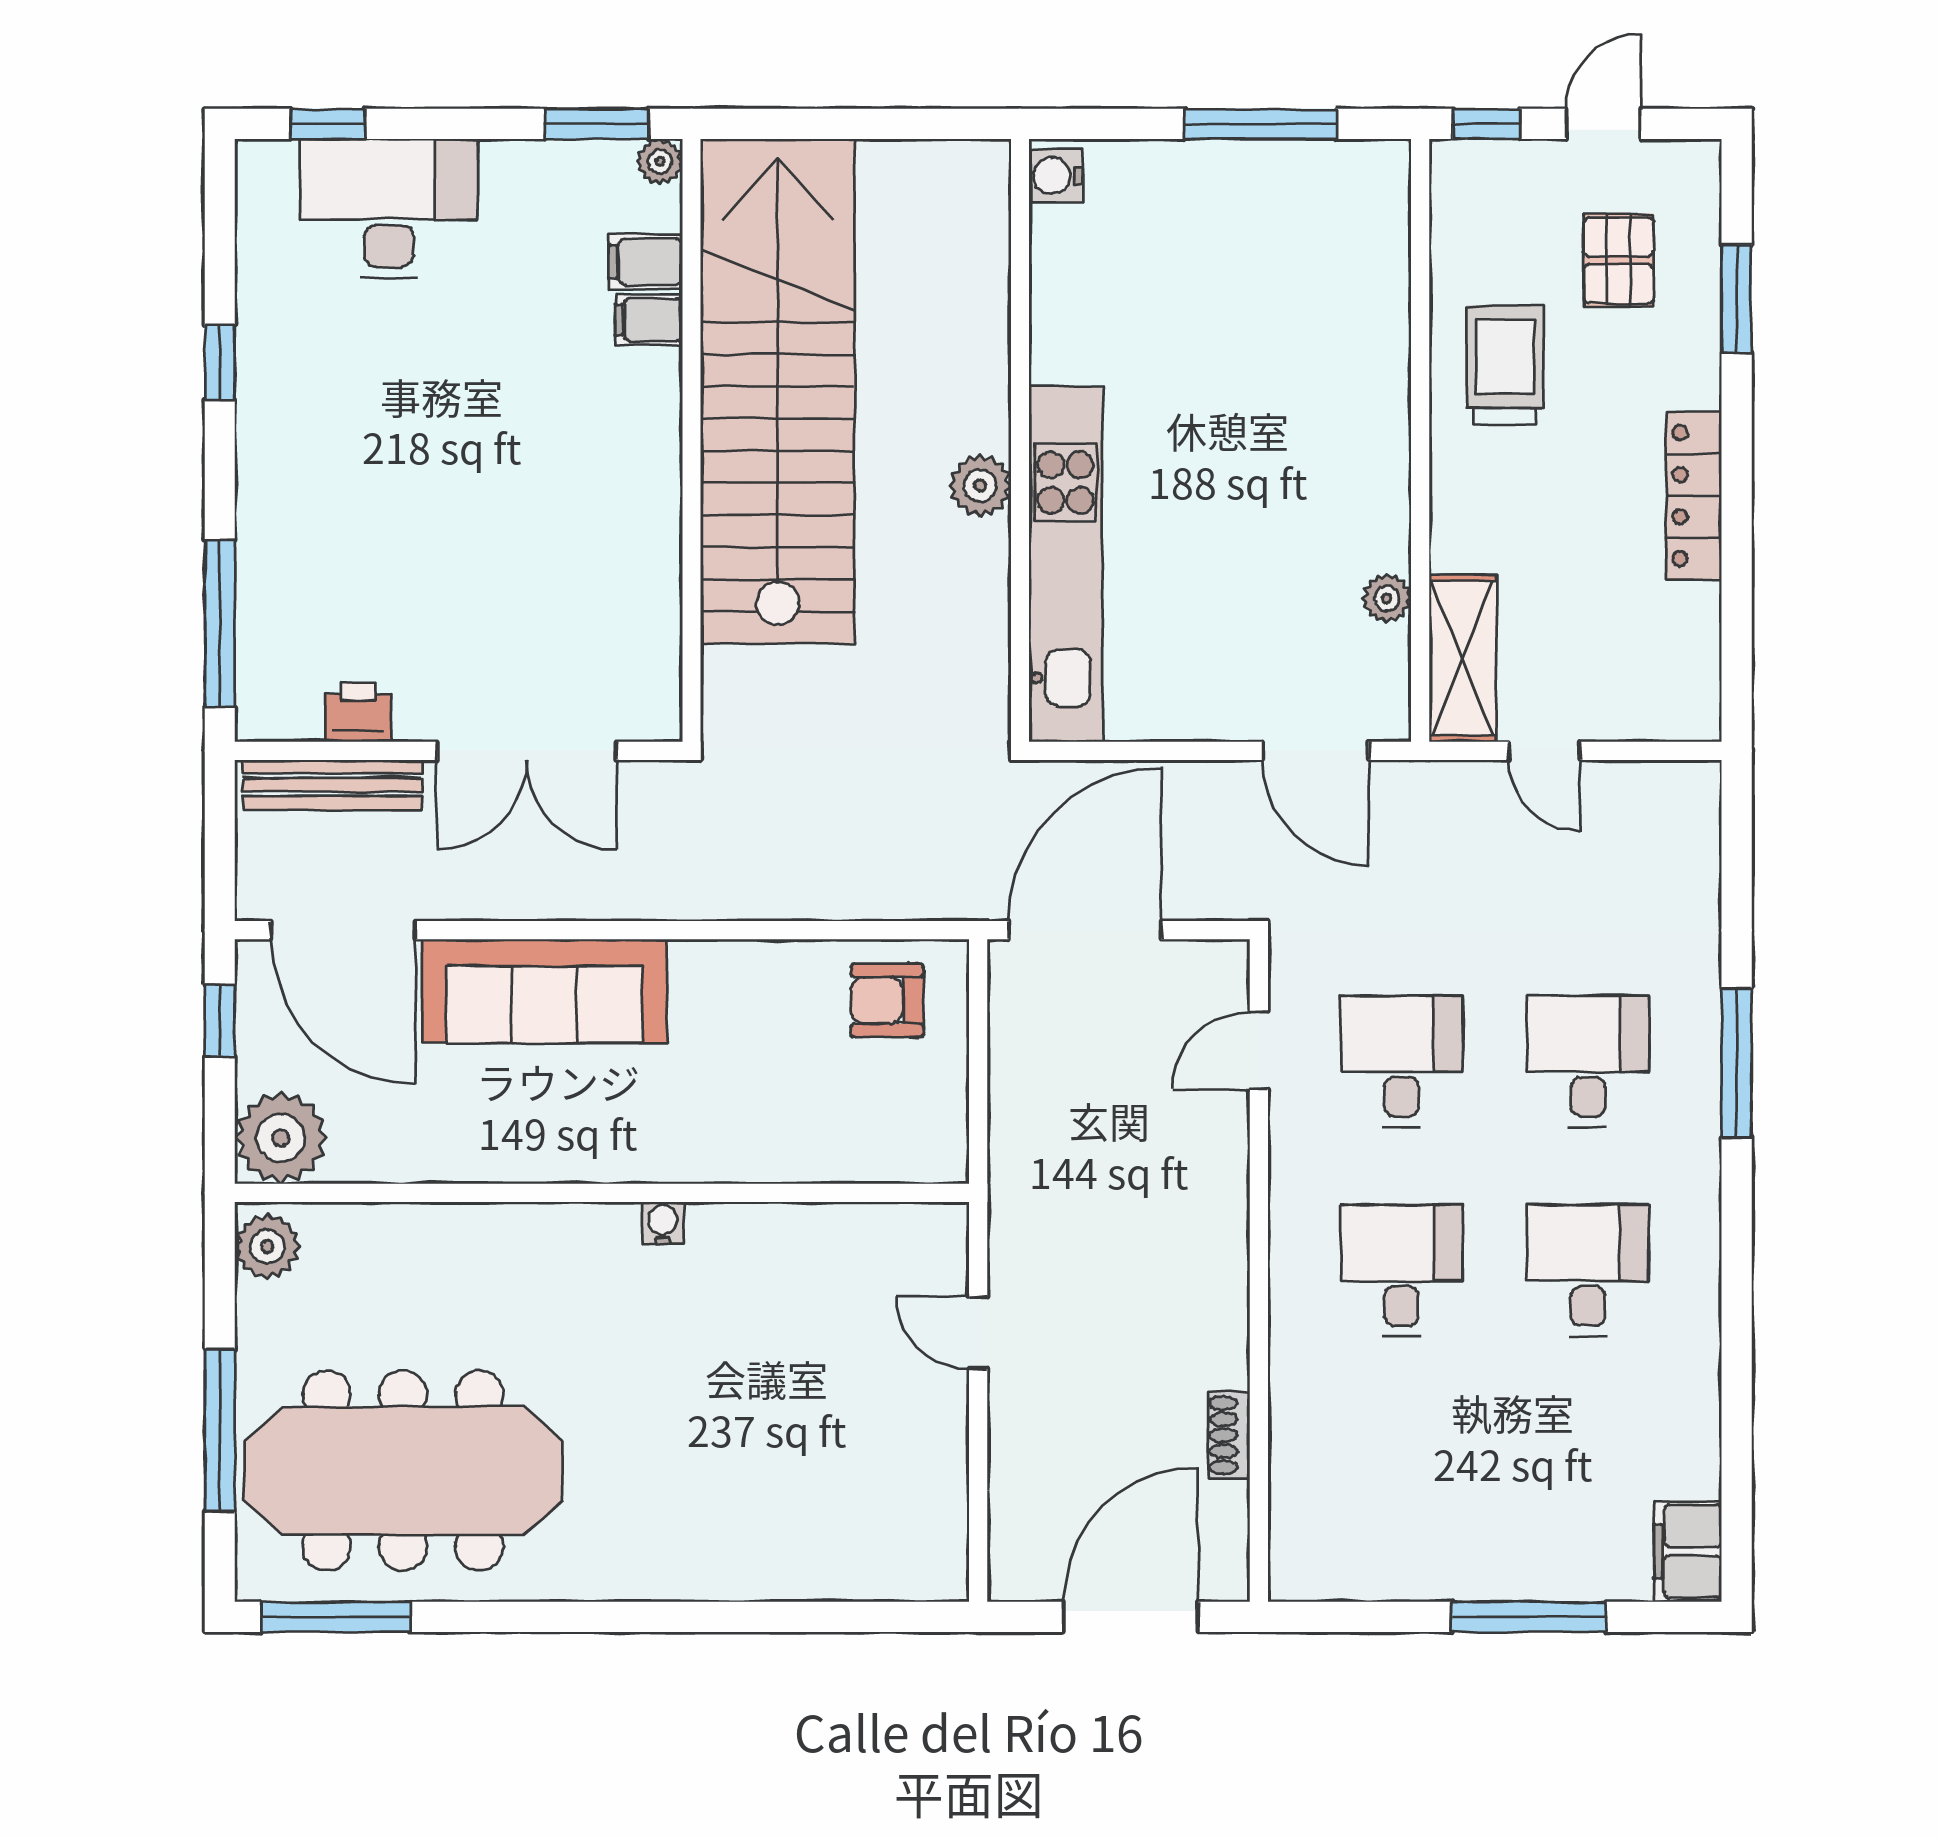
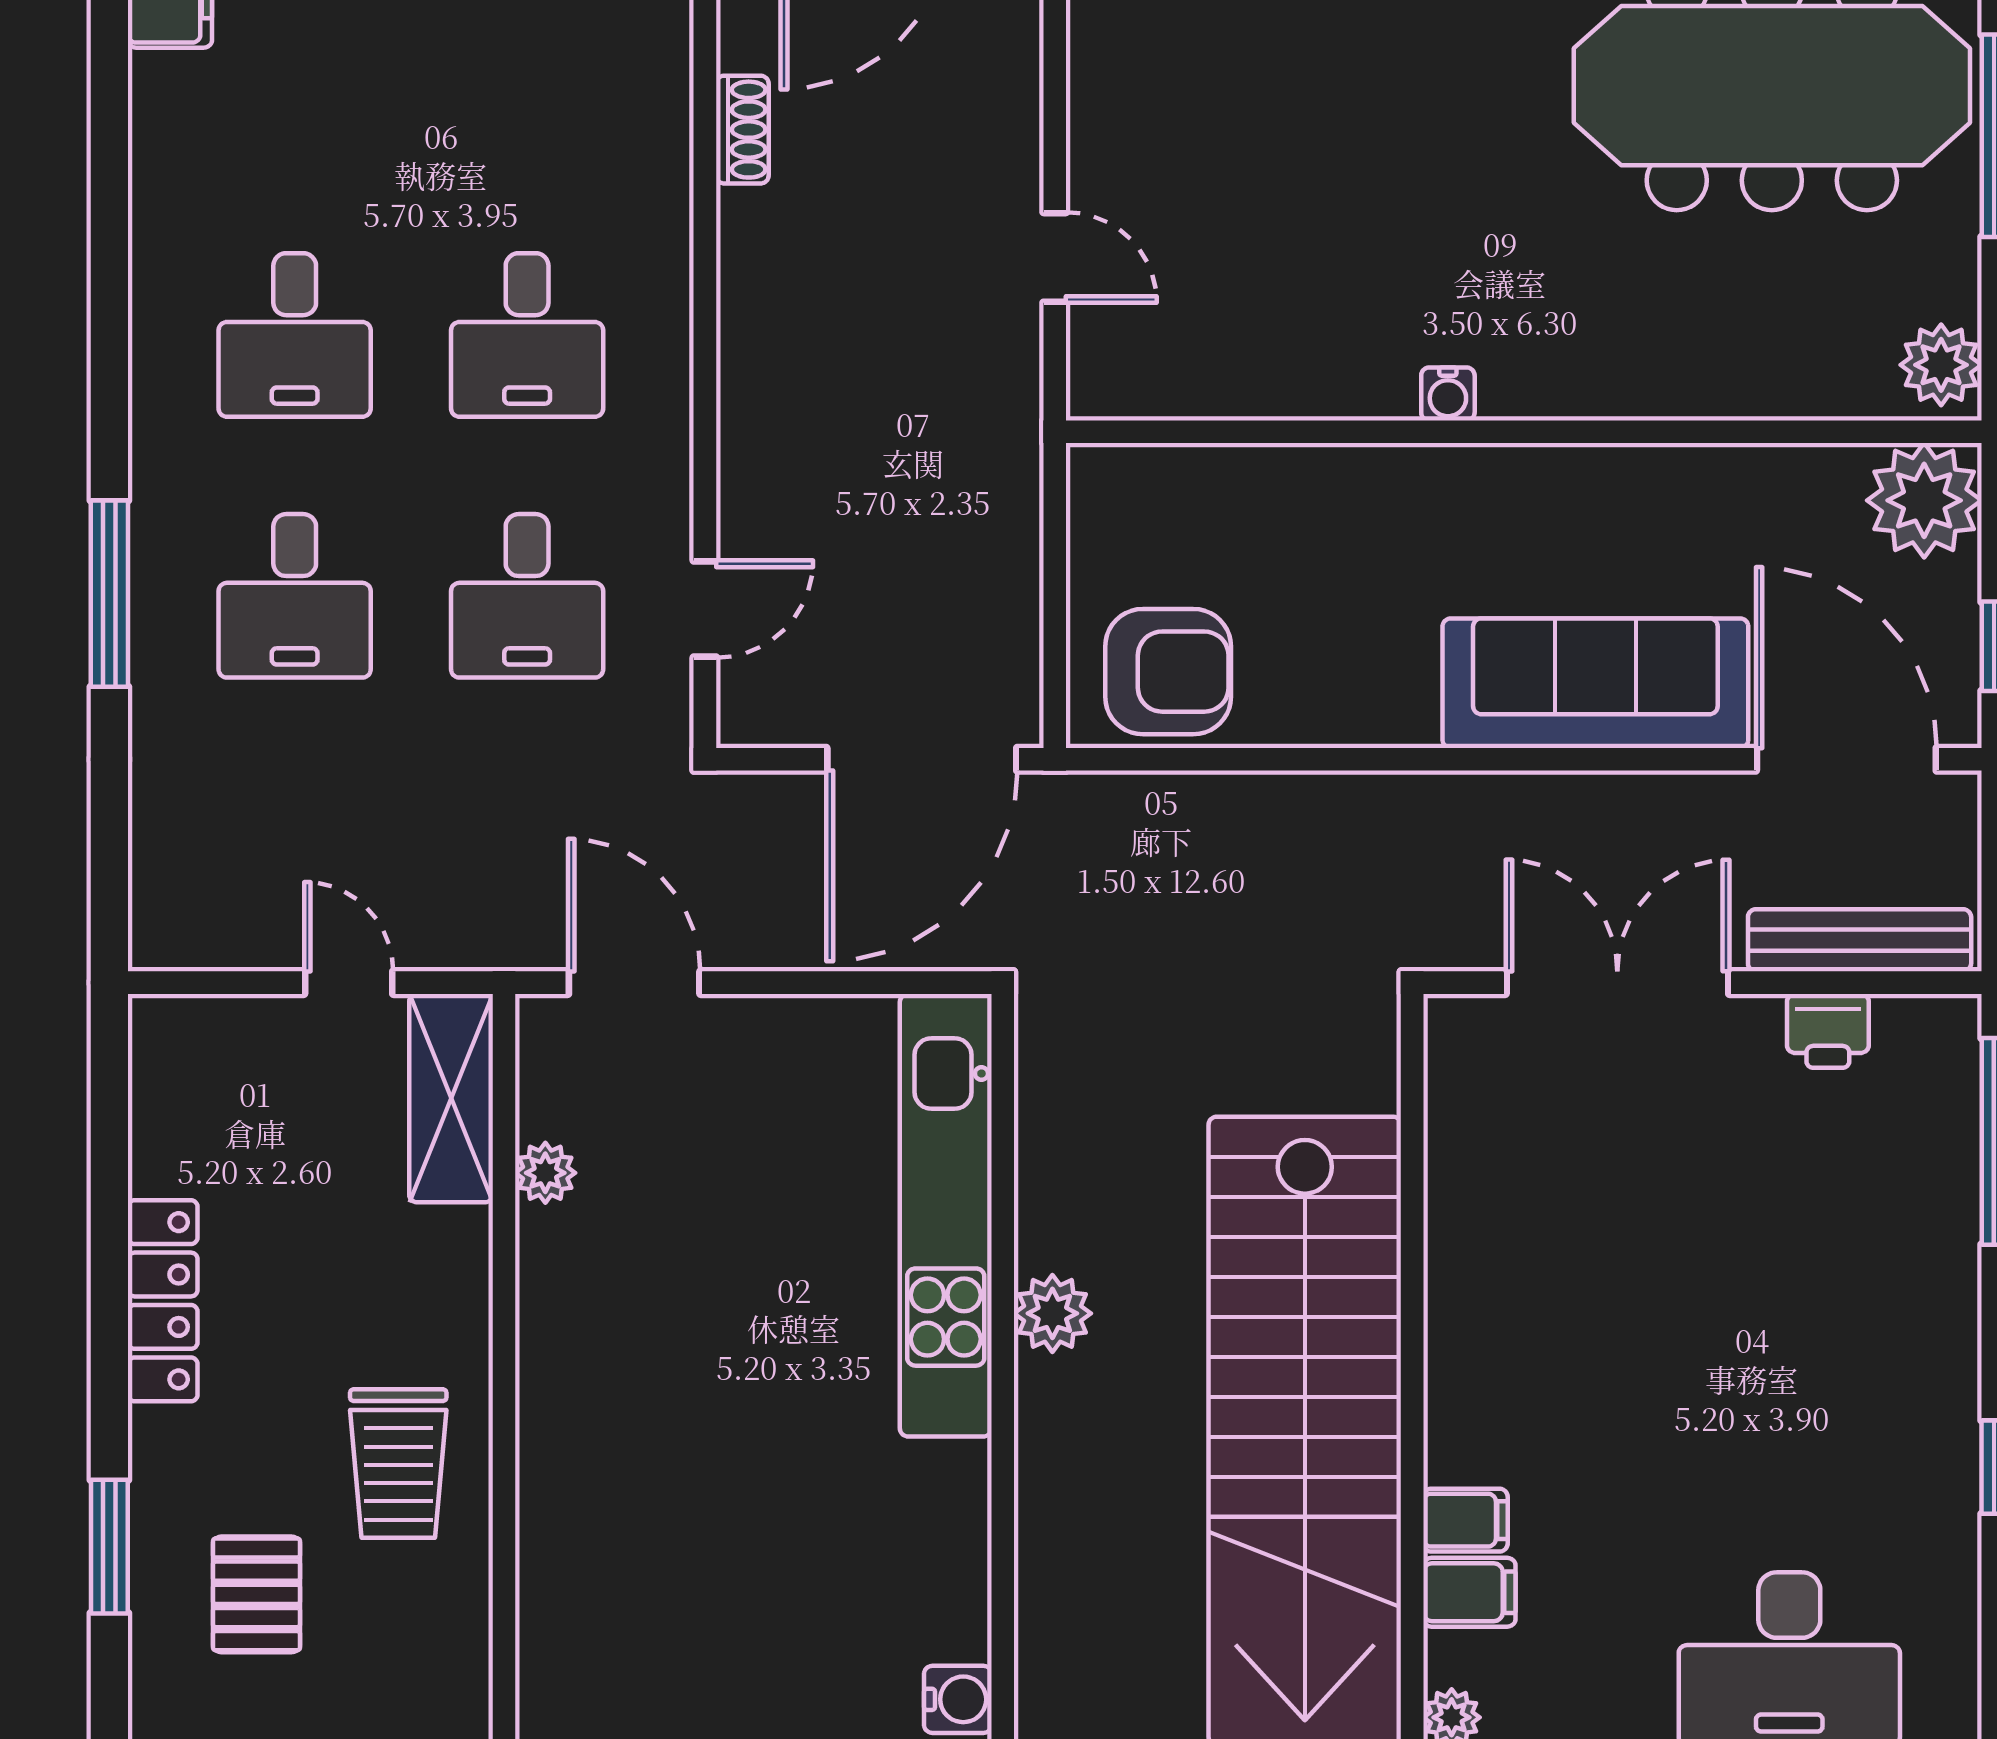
armchair: (887, 1000) -> (1168, 672), width x1.38, depth x1.38

